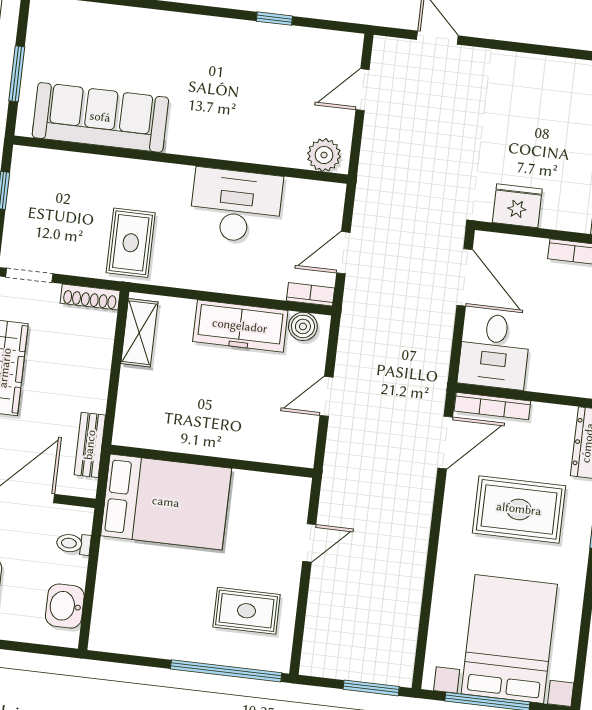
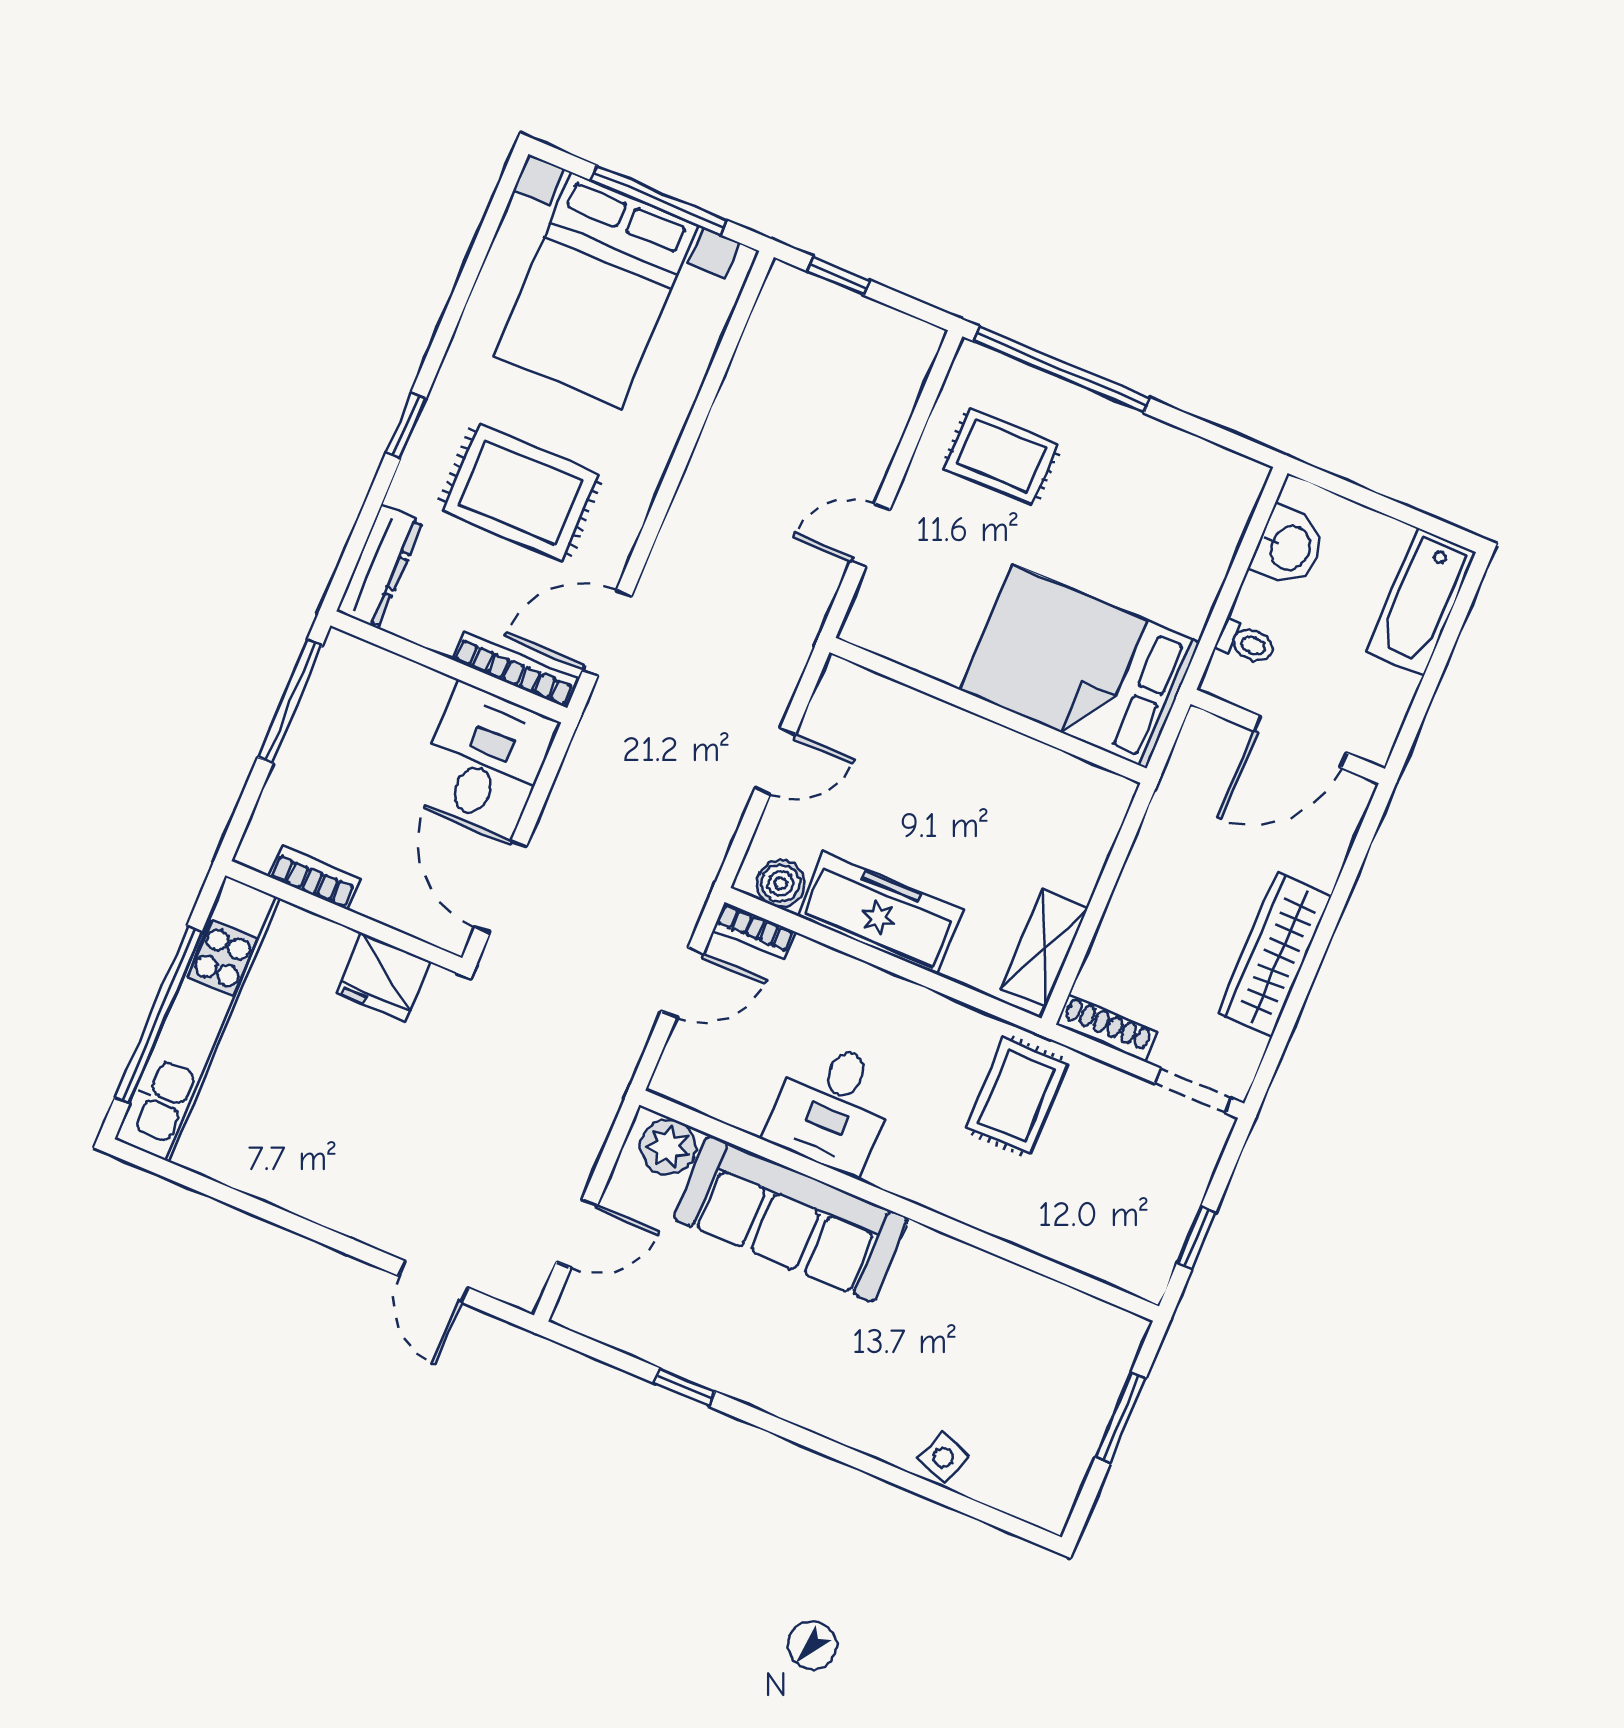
side table: (113, 21) -> (943, 1457), added
sofa: (100, 117) -> (791, 1219), moved
desk: (236, 206) -> (832, 1107), width x0.73
bench: (90, 445) -> (1175, 792), removed
window: (371, 688) -> (838, 276), width x0.67

